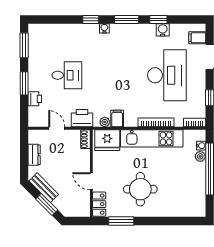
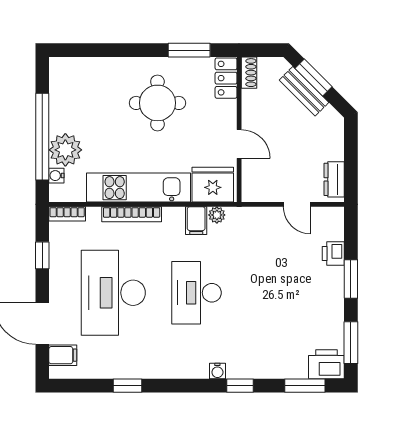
window: (127, 20) -> (305, 386), moved
water cooler: (163, 30) -> (120, 368), removed
desk: (67, 75) -> (197, 293), moved, width x1.37
printer: (82, 118) -> (326, 364), moved, turned 180
shoe rack: (85, 139) -> (249, 73), moved
dresser: (34, 155) -> (334, 179), moved
plant: (200, 156) -> (65, 150), width x1.87, depth x1.87
door: (91, 181) -> (239, 144), moved
bench: (44, 188) -> (304, 91), moved

